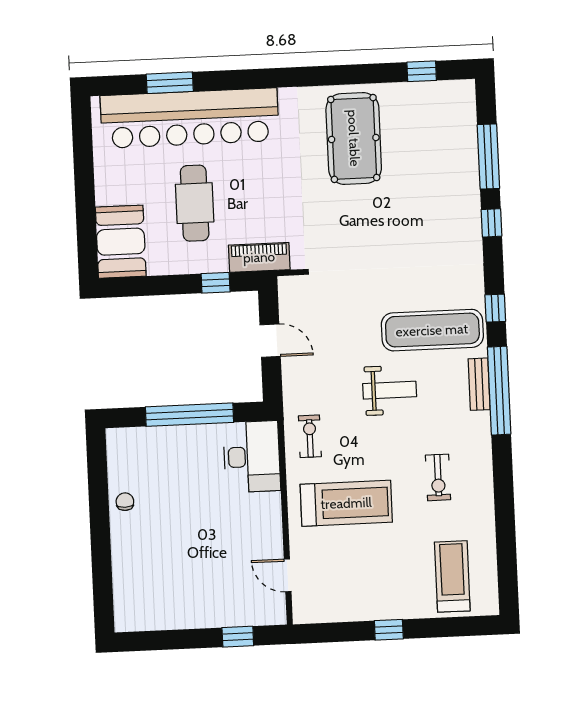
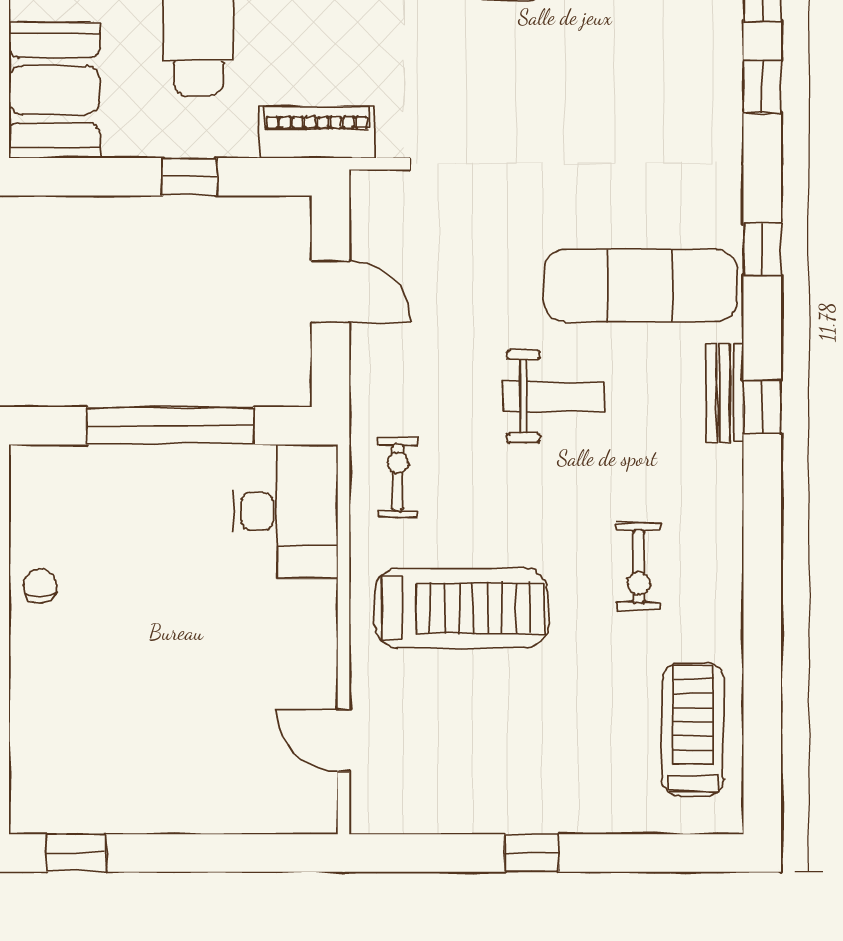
window: (216, 283) -> (189, 177), moved
window: (499, 391) -> (762, 407), width x0.32
treadmill: (452, 576) -> (693, 730), moved
window: (238, 637) -> (76, 853), moved

